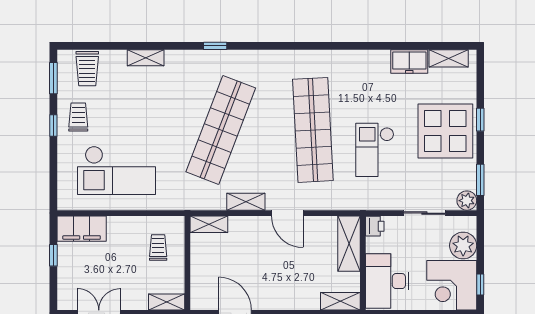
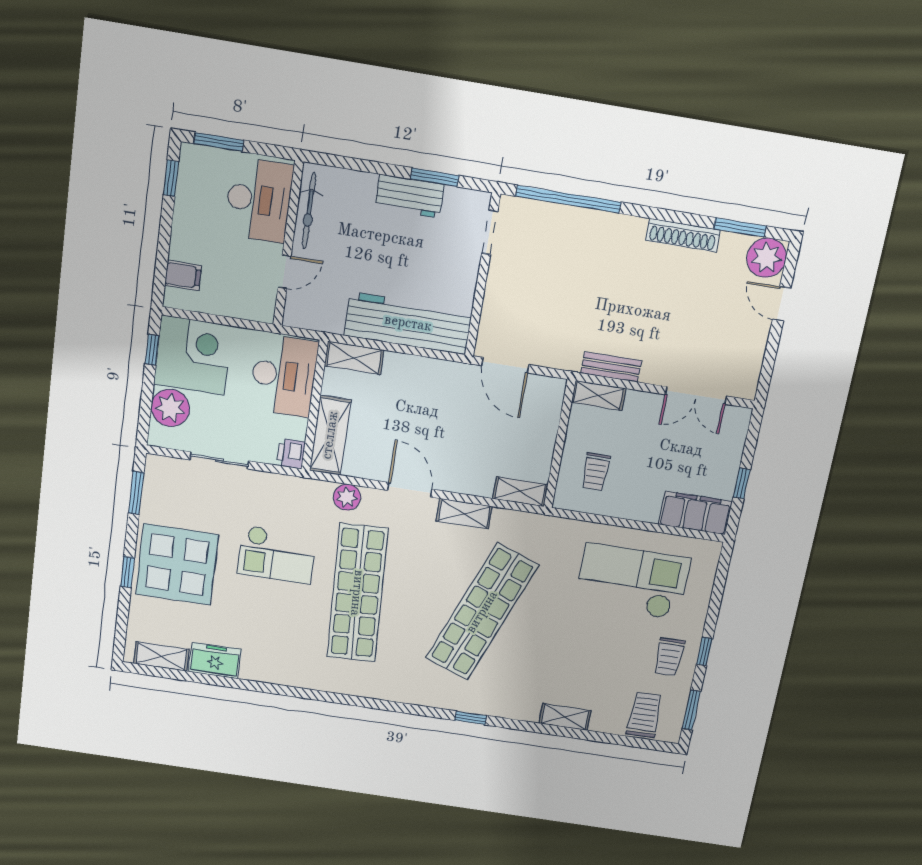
checkout: (375, 150) -> (277, 555), turned 90
plant: (467, 201) -> (347, 497), moved

